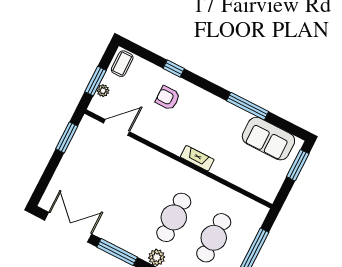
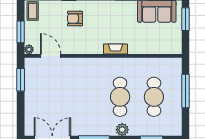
plant: (103, 91) -> (29, 49), moved
door: (117, 127) -> (51, 56), hinge flipped

